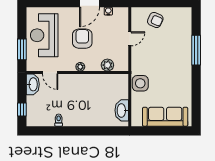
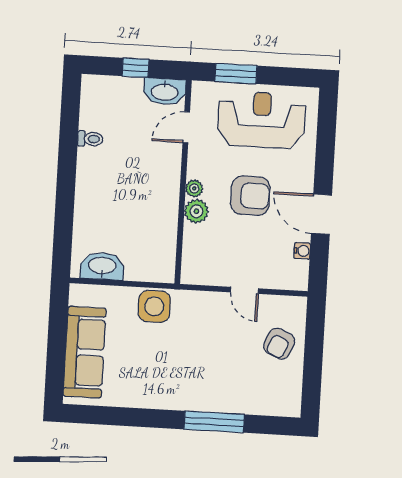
plant: (107, 65) -> (196, 211), moved
window: (22, 110) -> (135, 68), moved

